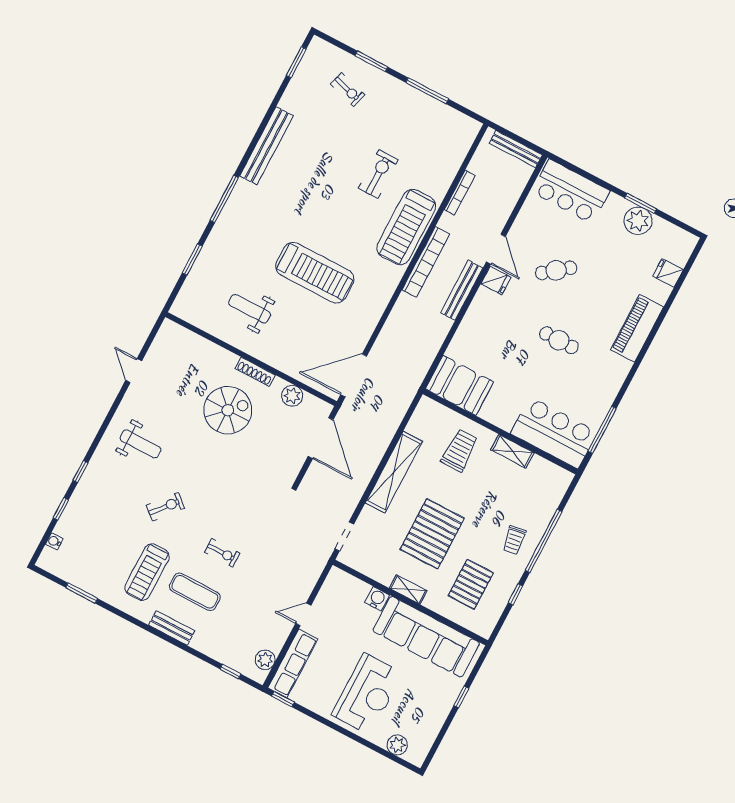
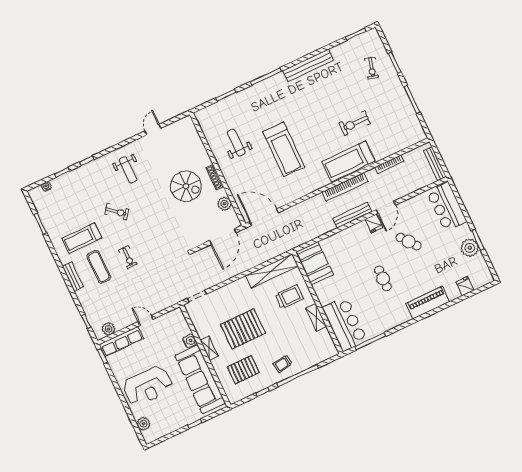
exercise bike: (378, 174) -> (355, 123), turned 180
shelving: (394, 472) -> (272, 271), moved

